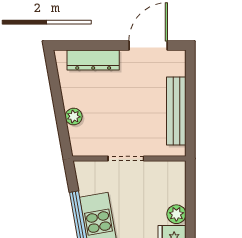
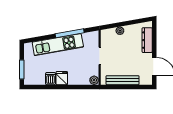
plant: (176, 214) -> (94, 80), moved

